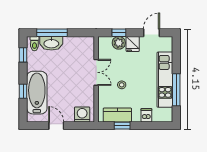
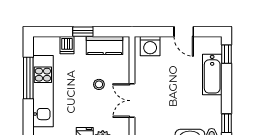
window: (23, 91) -> (226, 54), moved
bathtub: (37, 93) -> (212, 74), width x0.73, depth x0.73
window: (122, 126) -> (83, 32), moved

